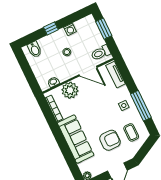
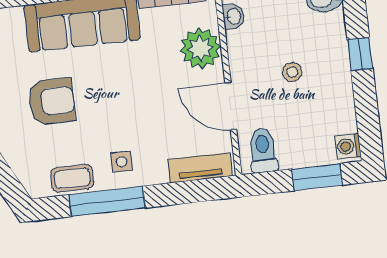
washing machine: (70, 29) -> (348, 146), moved
door: (88, 71) -> (231, 106), hinge flipped
coffee table: (131, 132) -> (72, 178), moved
armchair: (110, 140) -> (52, 101), turned -90

